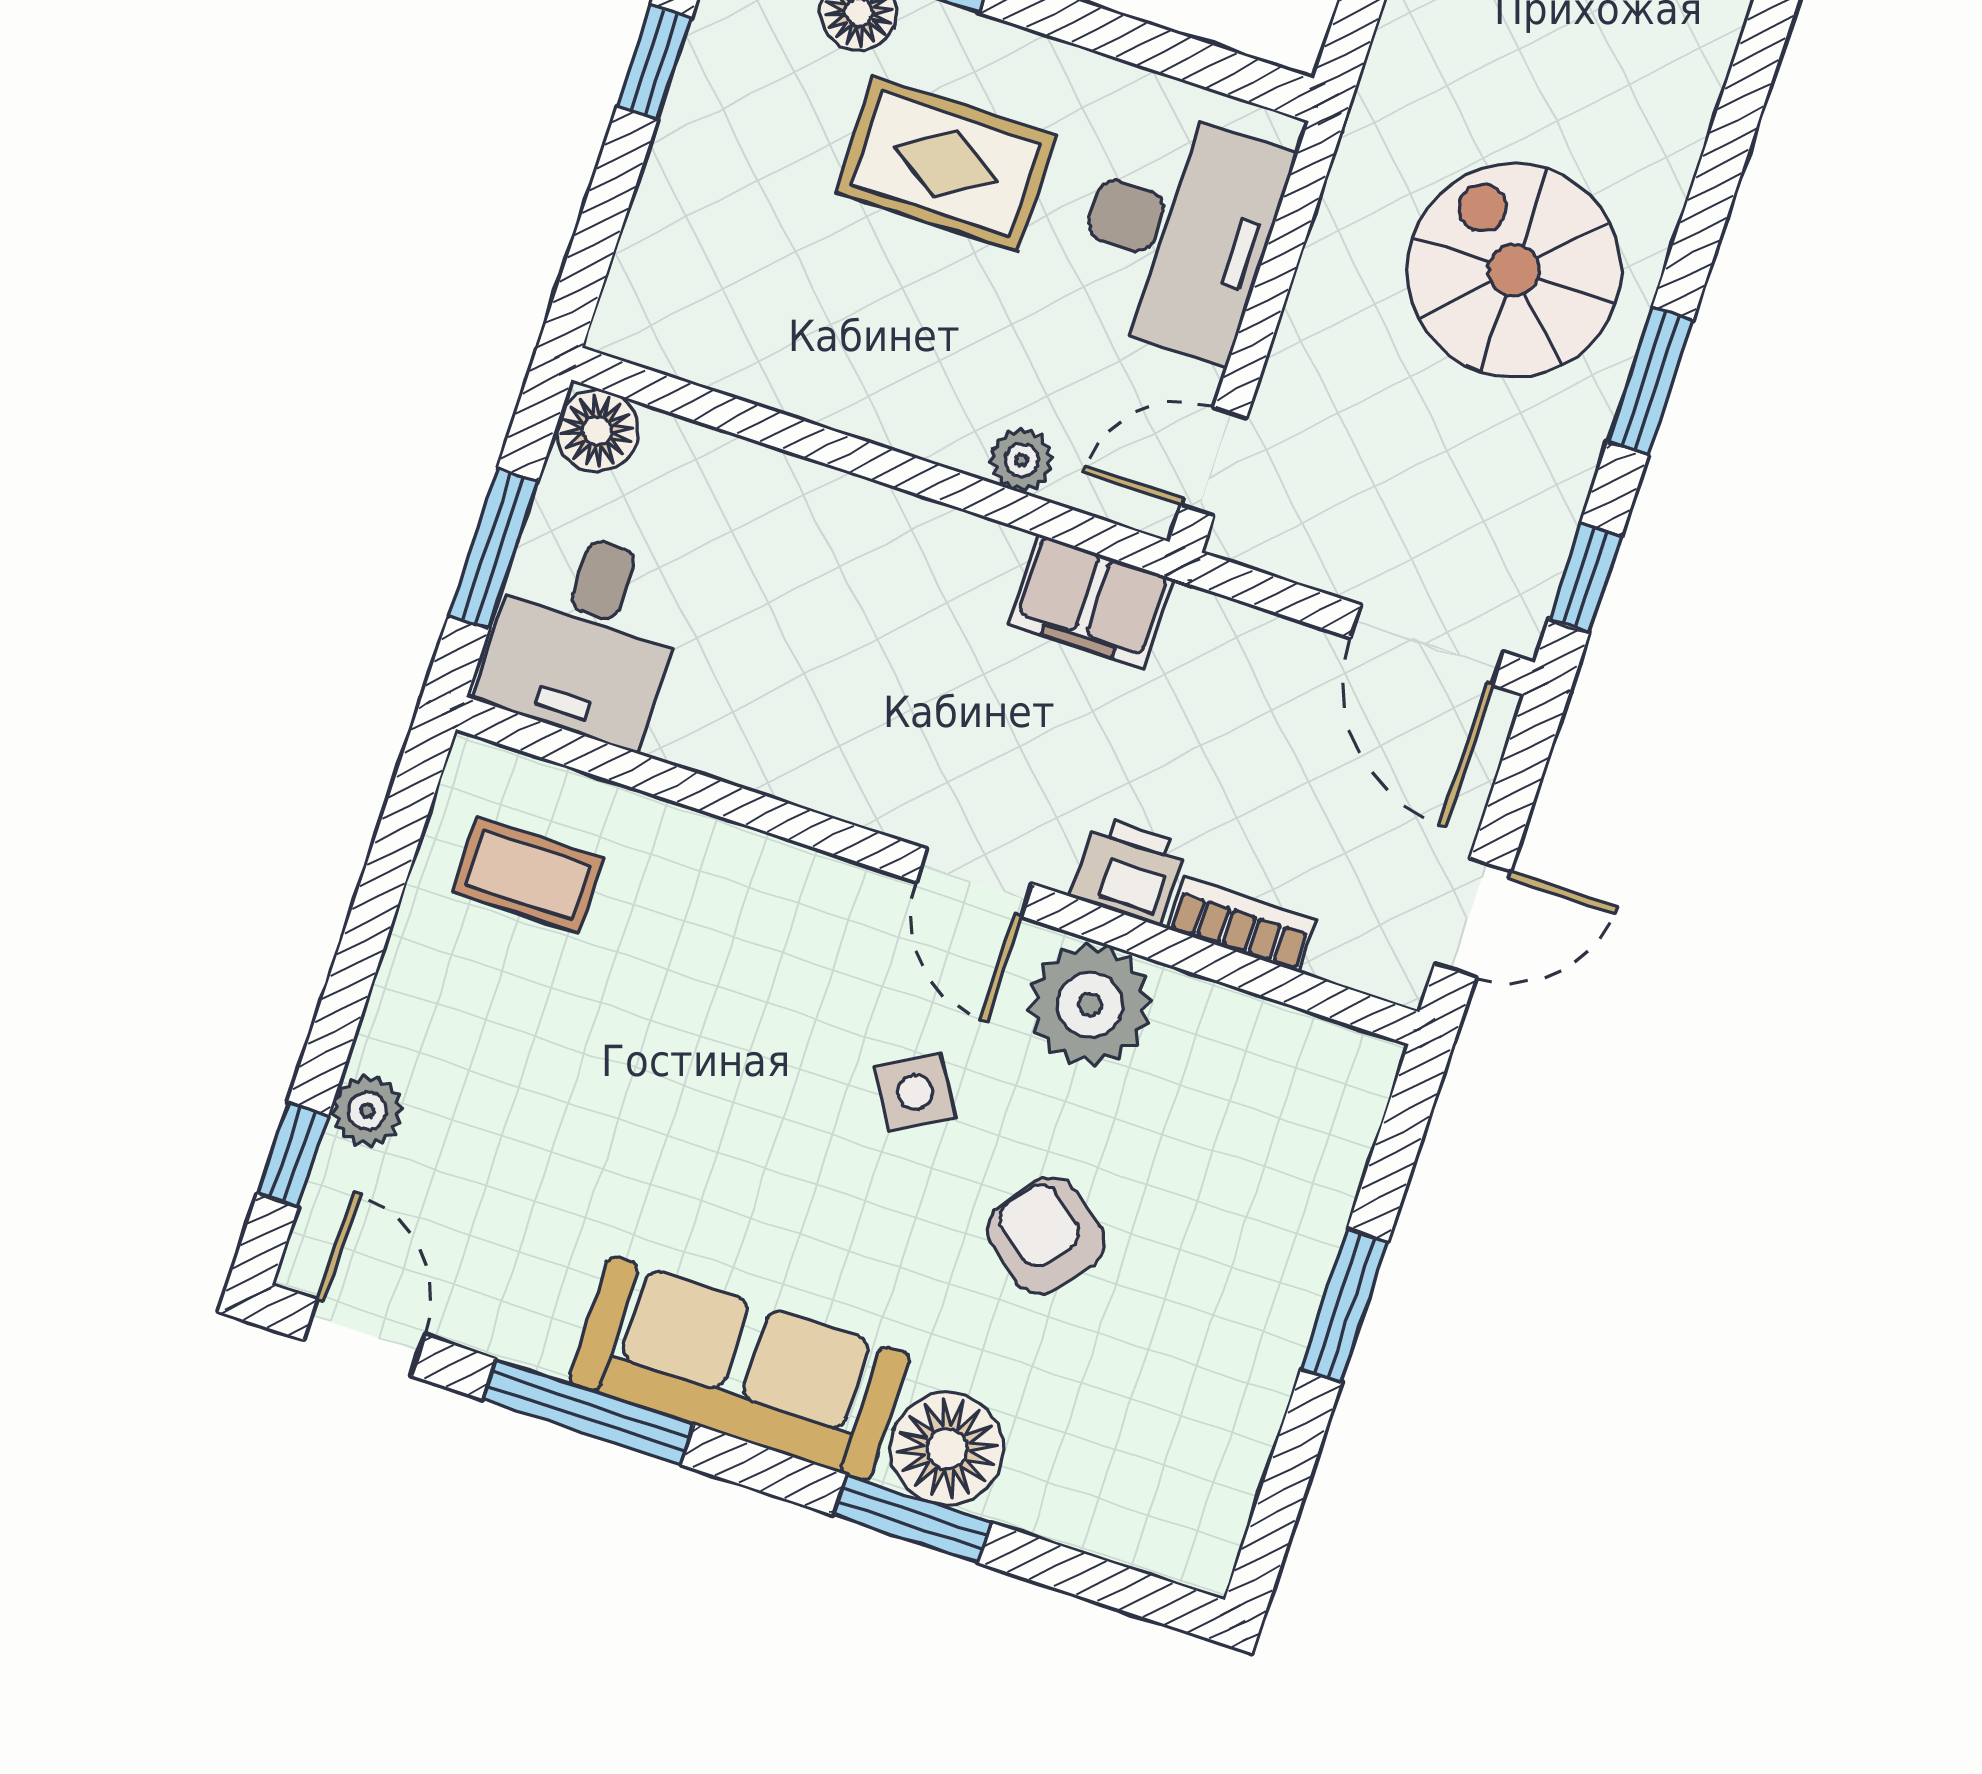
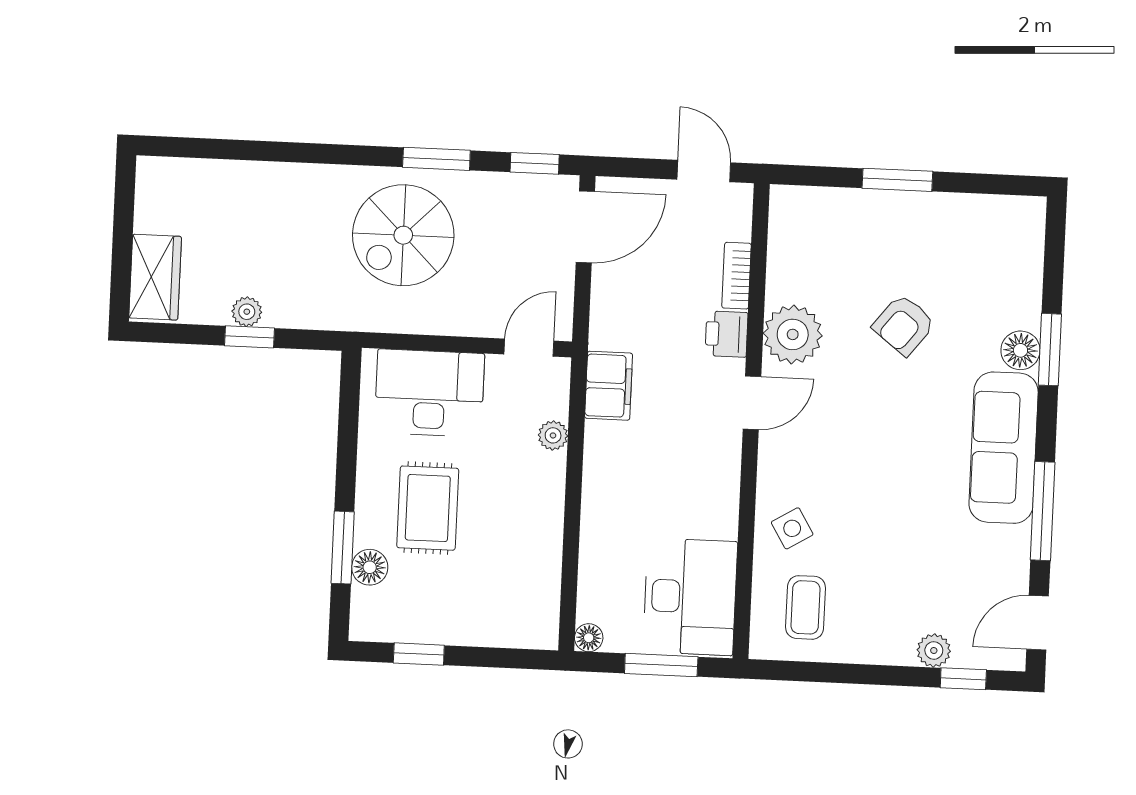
floor lamp: (597, 431) -> (589, 638), width x0.73, depth x0.73
door: (1214, 461) -> (529, 348), swing flipped
desk: (584, 636) -> (690, 597), width x1.37
side table: (915, 1092) -> (792, 528), moved
floor lamp: (947, 1449) -> (1020, 350), width x0.73, depth x0.73

